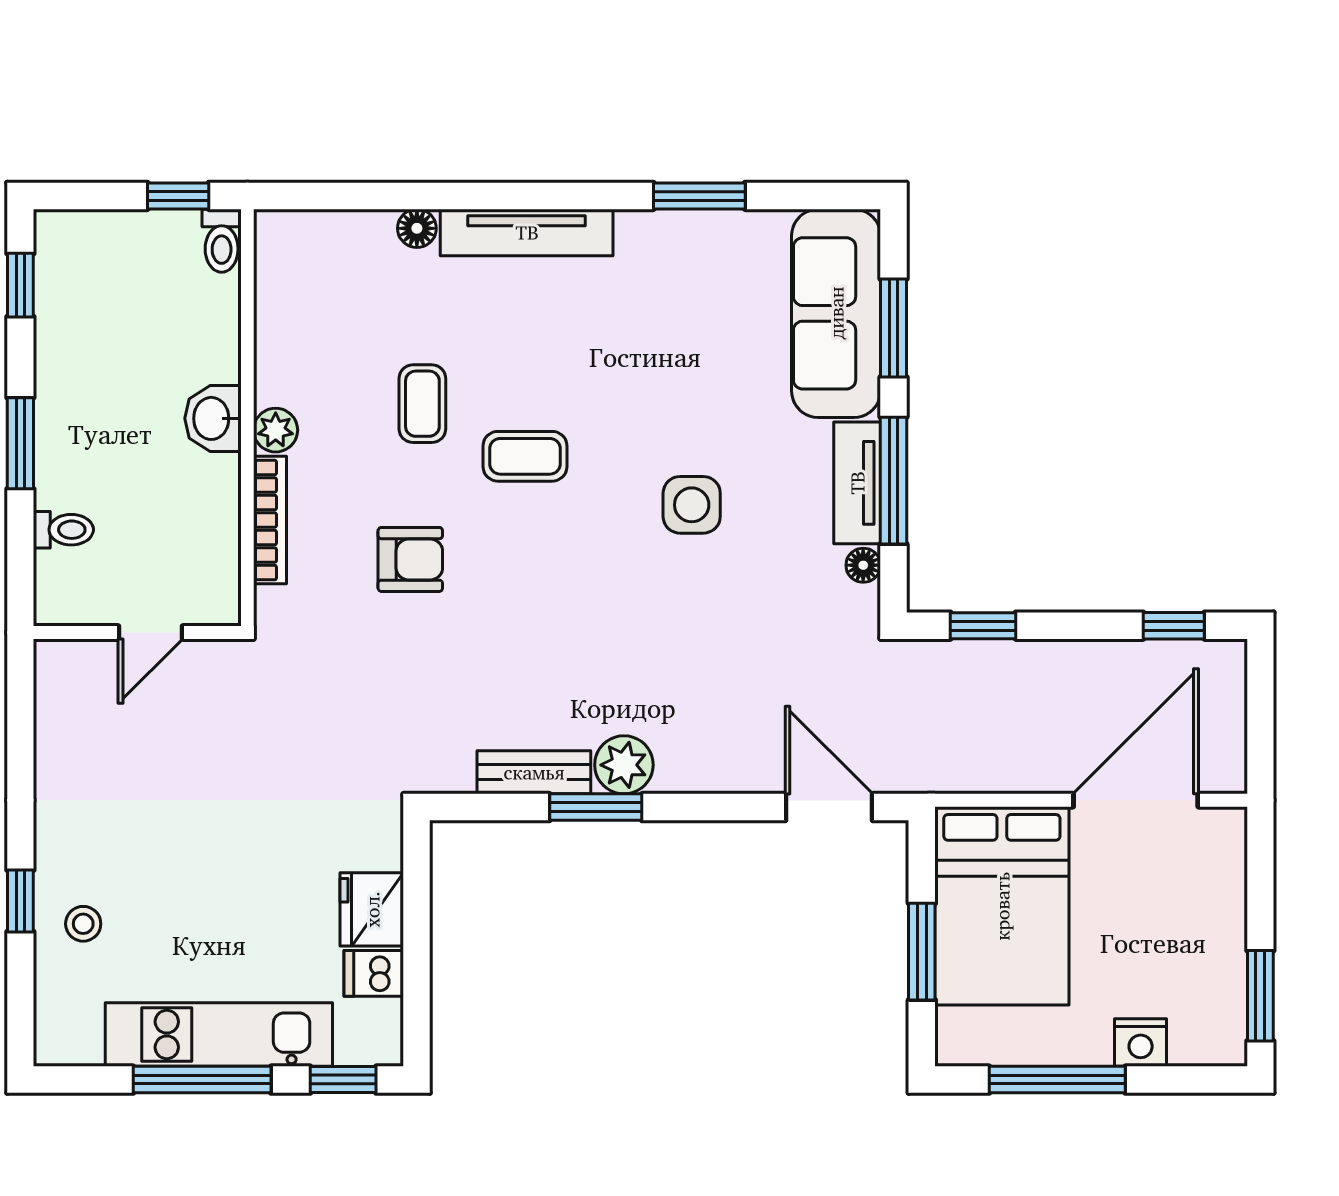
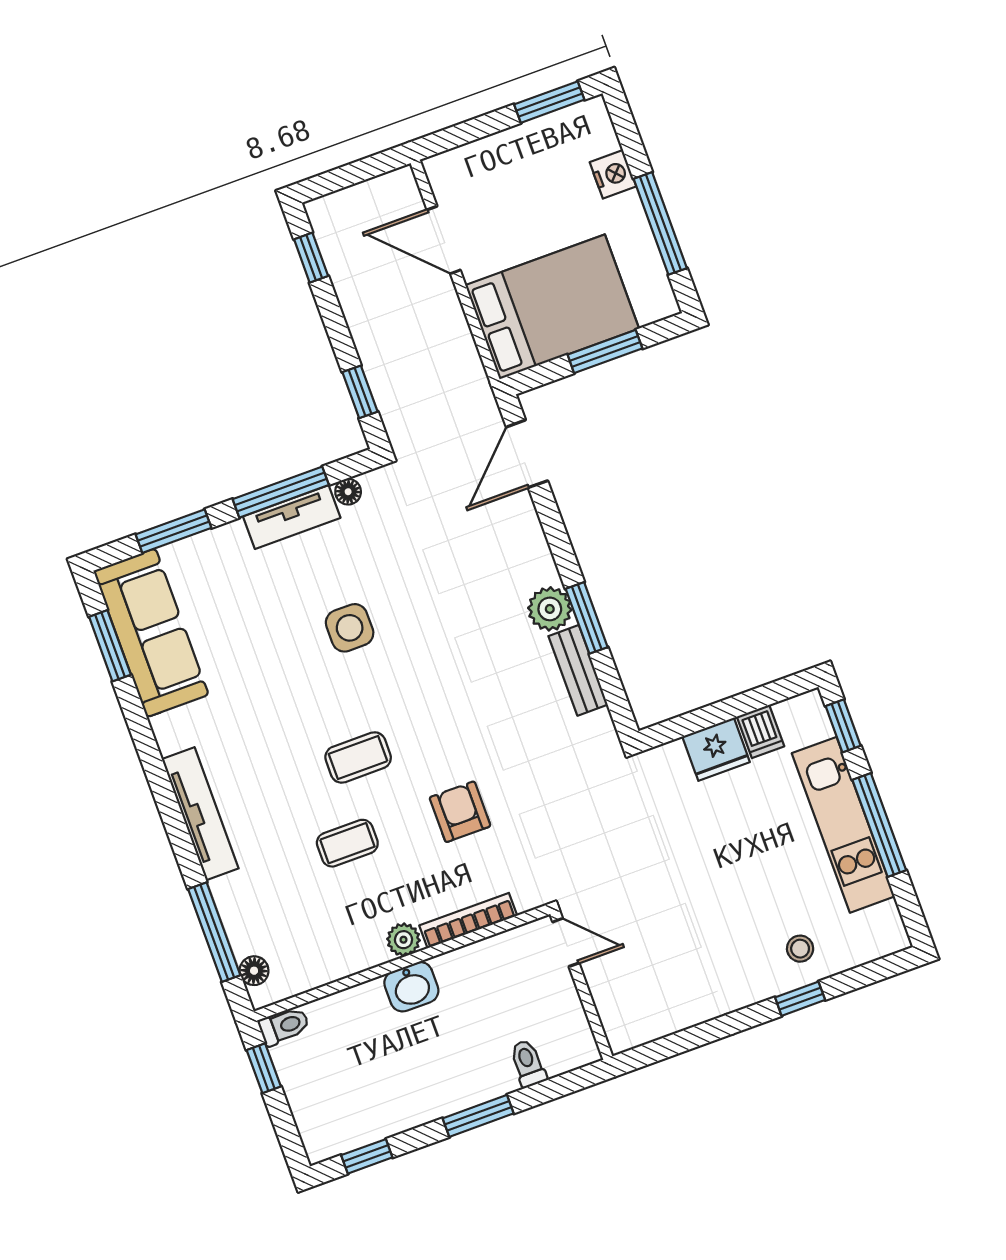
window: (372, 196) -> (214, 932), added
window: (699, 196) -> (110, 646), moved
floor lamp: (417, 228) -> (254, 971), moved
sofa: (836, 313) -> (151, 633), moved, turned -90
coffee table: (525, 456) -> (358, 757), turned 90
door: (151, 633) -> (566, 943), moved
door: (1136, 800) -> (444, 240), width x0.73

